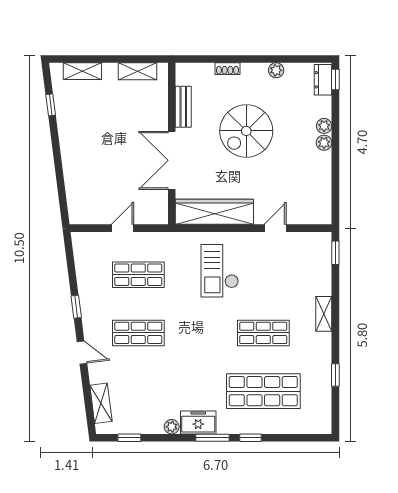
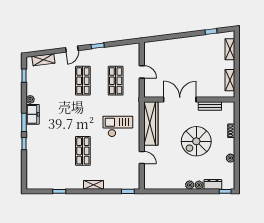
dresser: (323, 80) -> (213, 184), moved
spiral stairs: (246, 131) -> (196, 141), turned -90
shop shelf: (263, 391) -> (50, 151), removed

